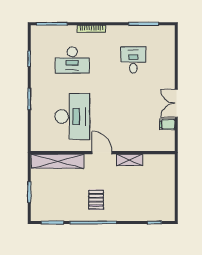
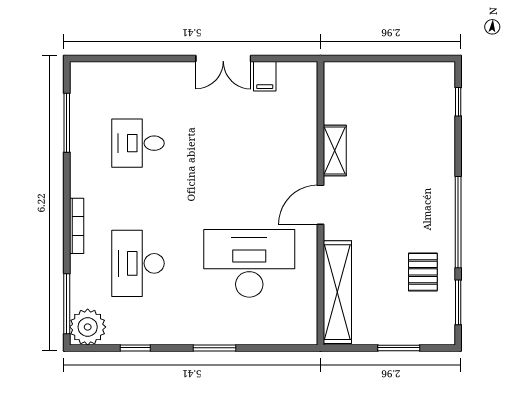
plant: (40, 34) -> (88, 327), added
desk: (72, 60) -> (138, 263), turned 180
pallet: (96, 200) -> (423, 272), moved, turned 90

